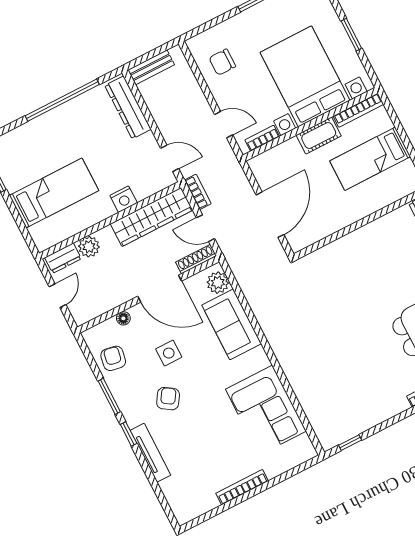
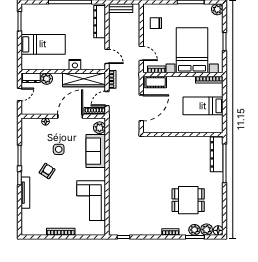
cot: (319, 135) -> (156, 82), moved
door: (206, 228) -> (107, 99), hinge flipped
door: (160, 289) -> (70, 116), swing flipped
armchair: (113, 358) -> (31, 138), removed

